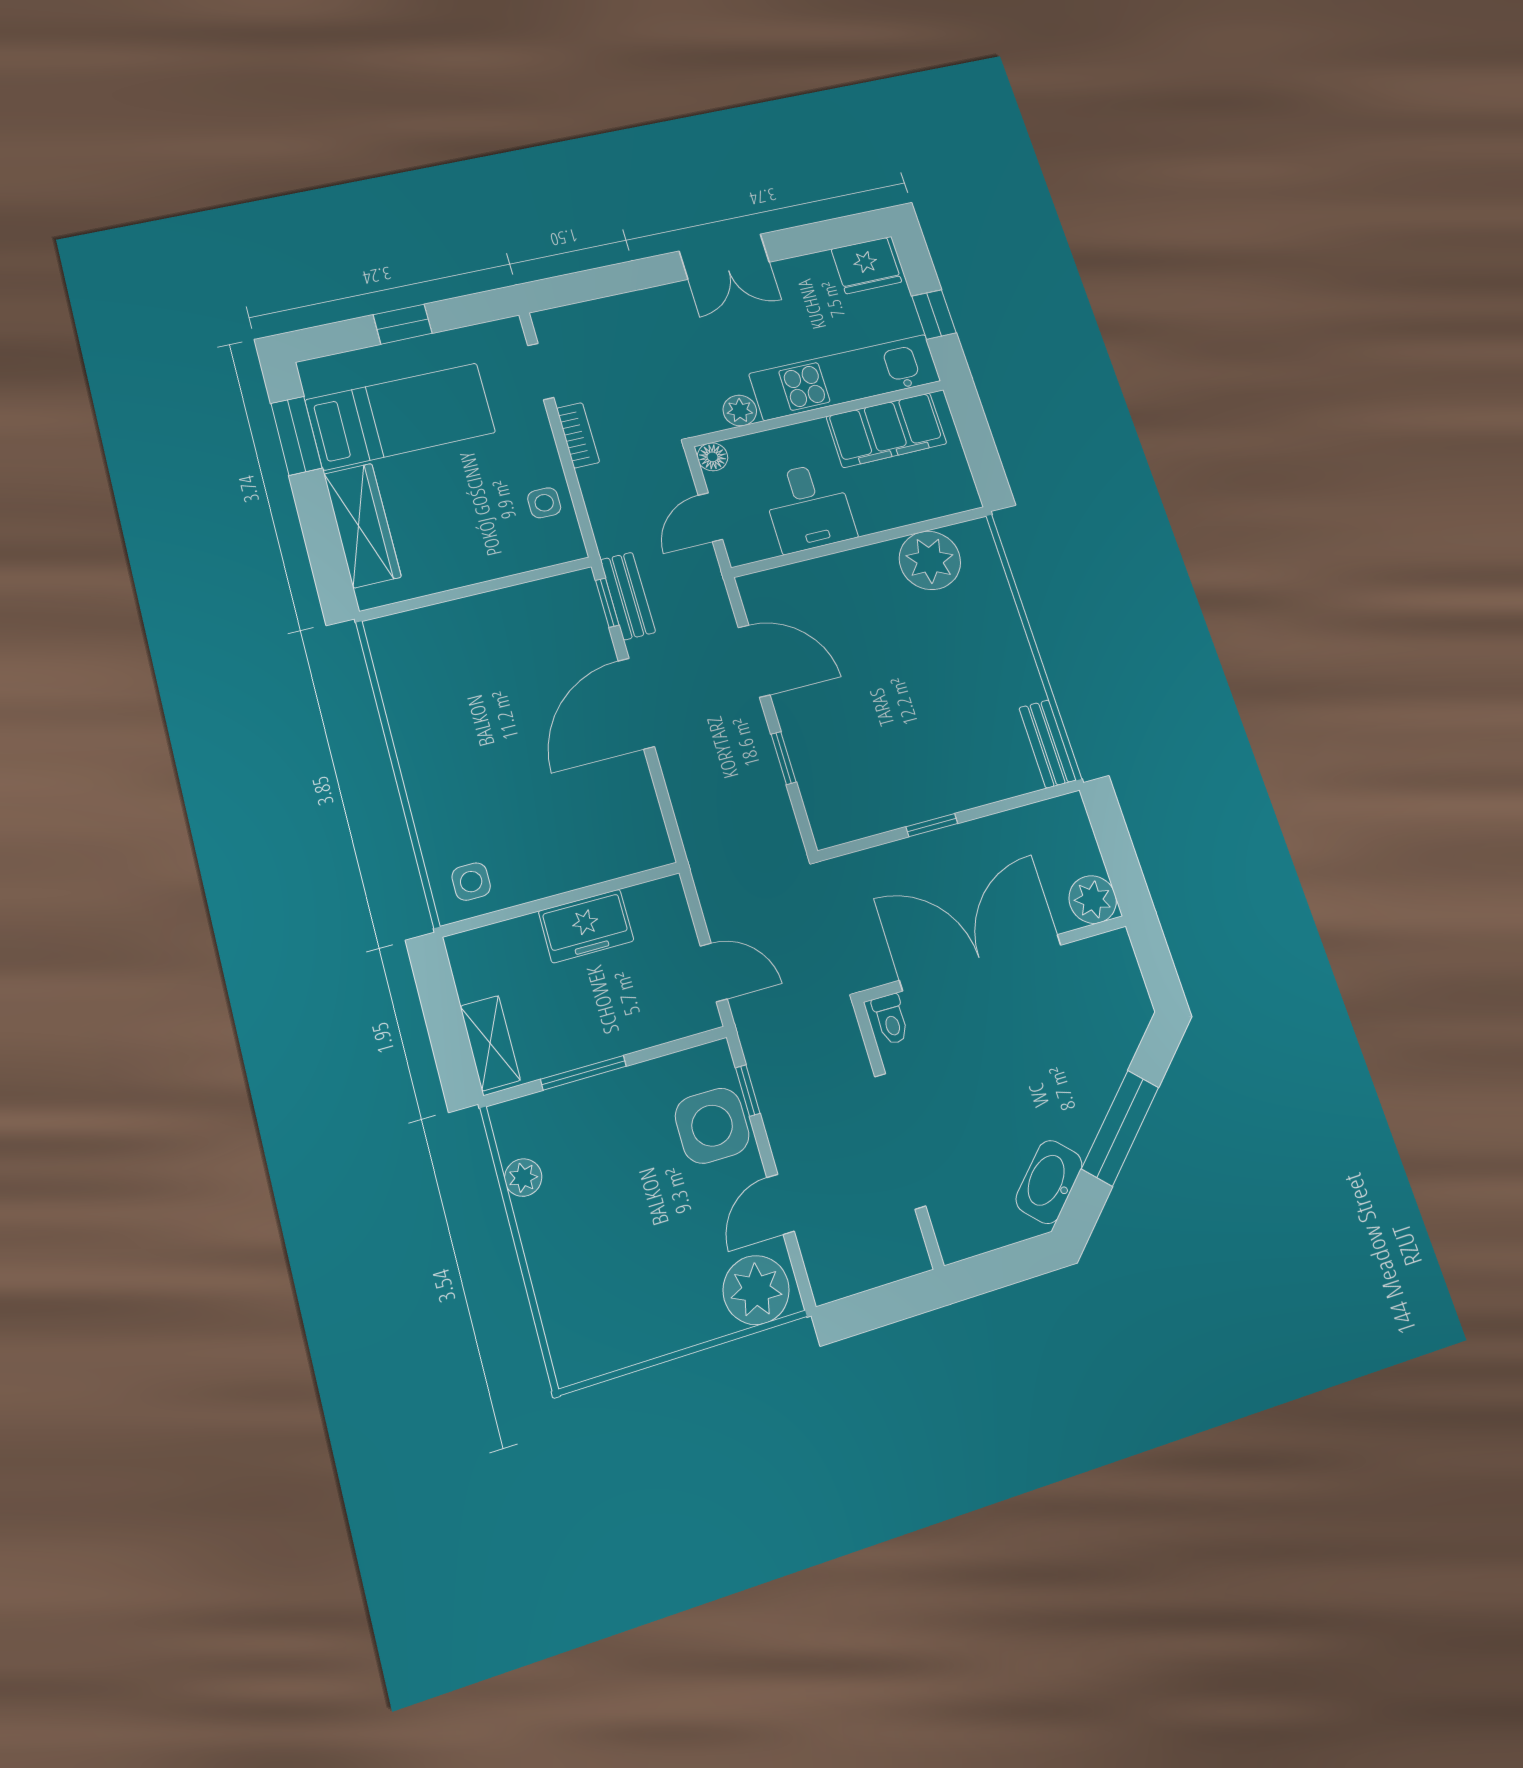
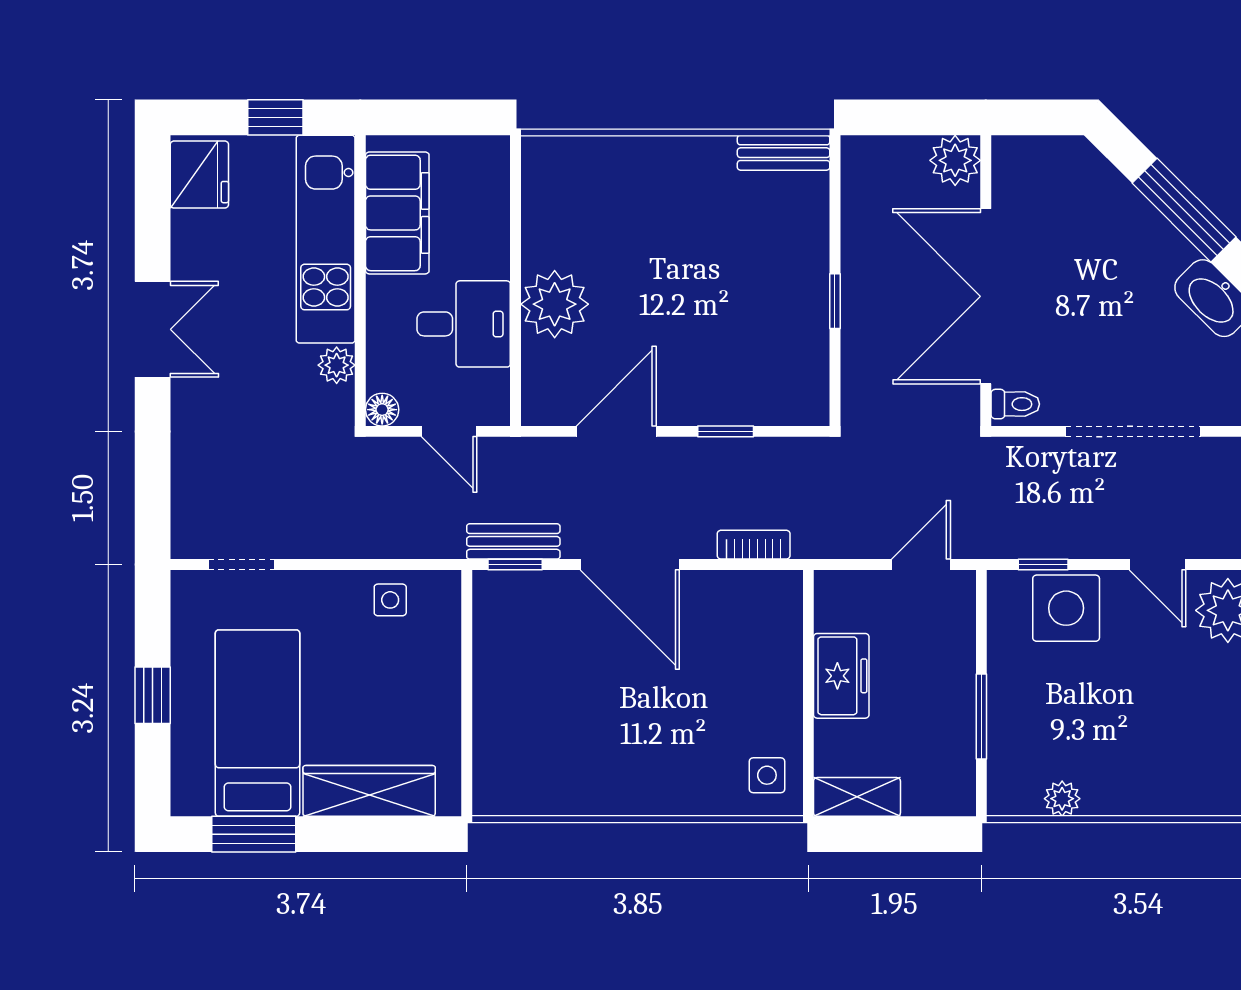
bookcase: (578, 435) -> (754, 545), moved
plant: (930, 560) -> (555, 304), moved
shelving: (490, 1043) -> (857, 797), moved

